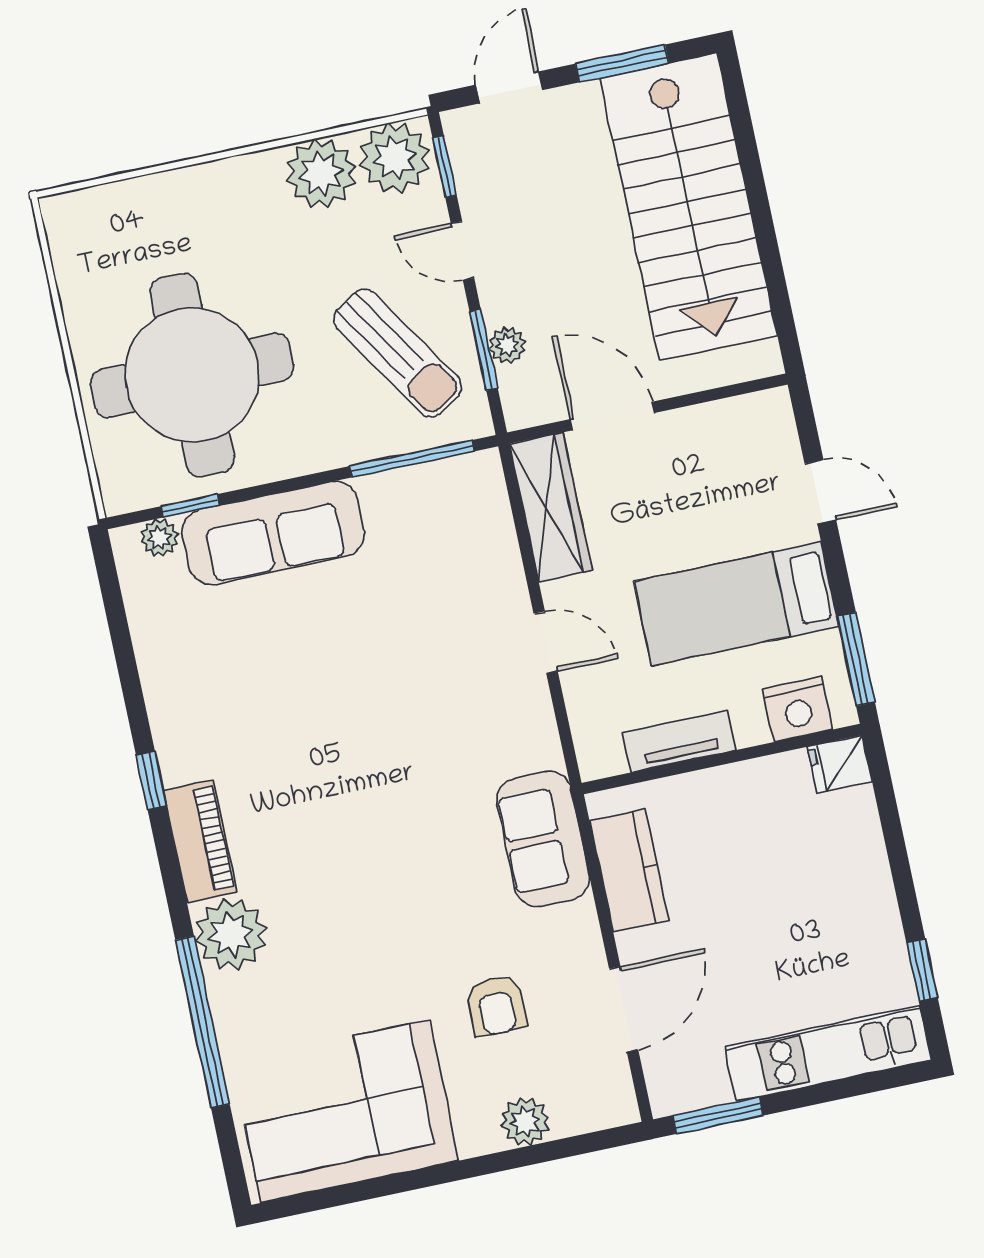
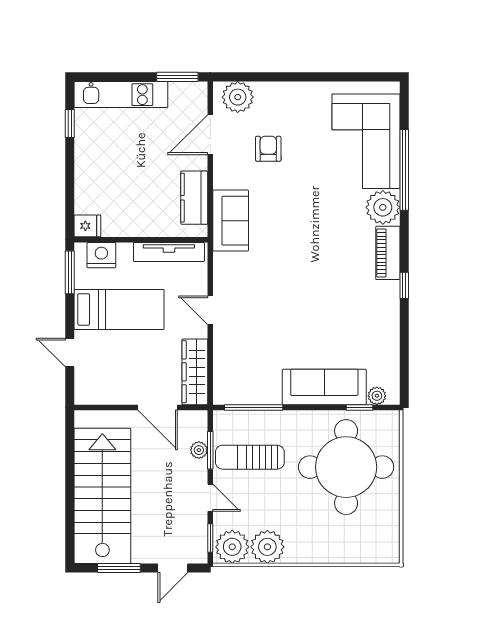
sun lounger: (398, 353) -> (250, 457), turned -57
tv unit: (679, 741) -> (169, 252), width x1.41
corner sofa: (345, 1111) -> (366, 141), moved, turned 90
plant: (525, 1122) -> (238, 97), moved, width x1.36, depth x1.36

